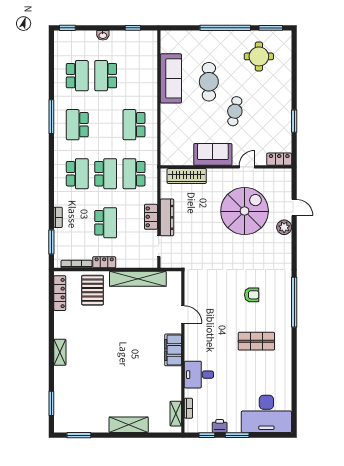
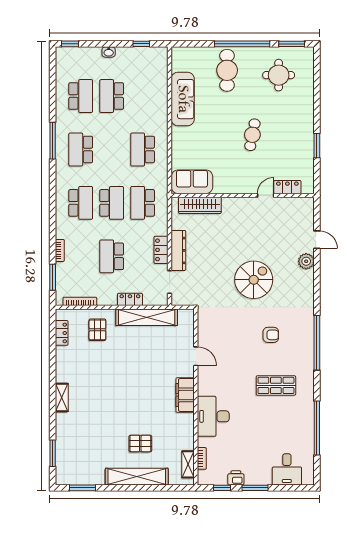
cafe table: (209, 82) -> (227, 70), moved
sofa: (213, 154) -> (192, 182), moved
locker: (279, 159) -> (287, 187), moved
spiral stairs: (245, 211) -> (254, 280), moved, width x0.73, depth x0.73
school desk: (106, 223) -> (112, 256), turned 180
locker: (104, 262) -> (130, 299), moved
pallet: (93, 290) -> (97, 330), width x0.67, depth x0.71
locker: (60, 293) -> (62, 333), width x0.66
desk: (199, 375) -> (213, 416), width x1.37
window: (294, 380) -> (317, 428), added
pallet: (132, 394) -> (140, 444), added
desk: (266, 414) -> (287, 469), width x0.53, depth x0.77
shelving: (129, 425) -> (137, 477), width x1.47

